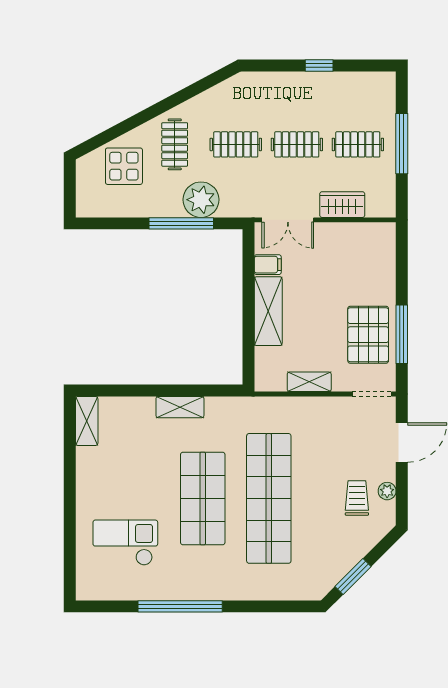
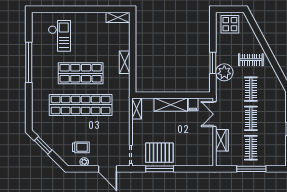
display table: (124, 166) -> (230, 24), moved
window: (181, 223) -> (213, 63), width x0.69
shelving: (309, 382) -> (137, 109), moved

